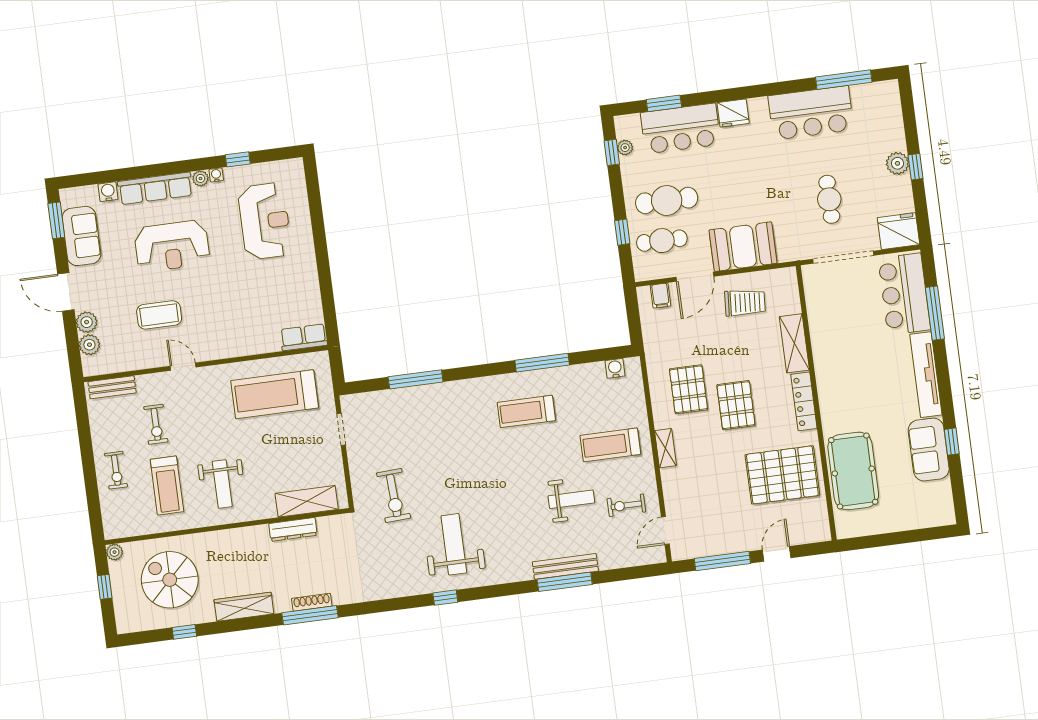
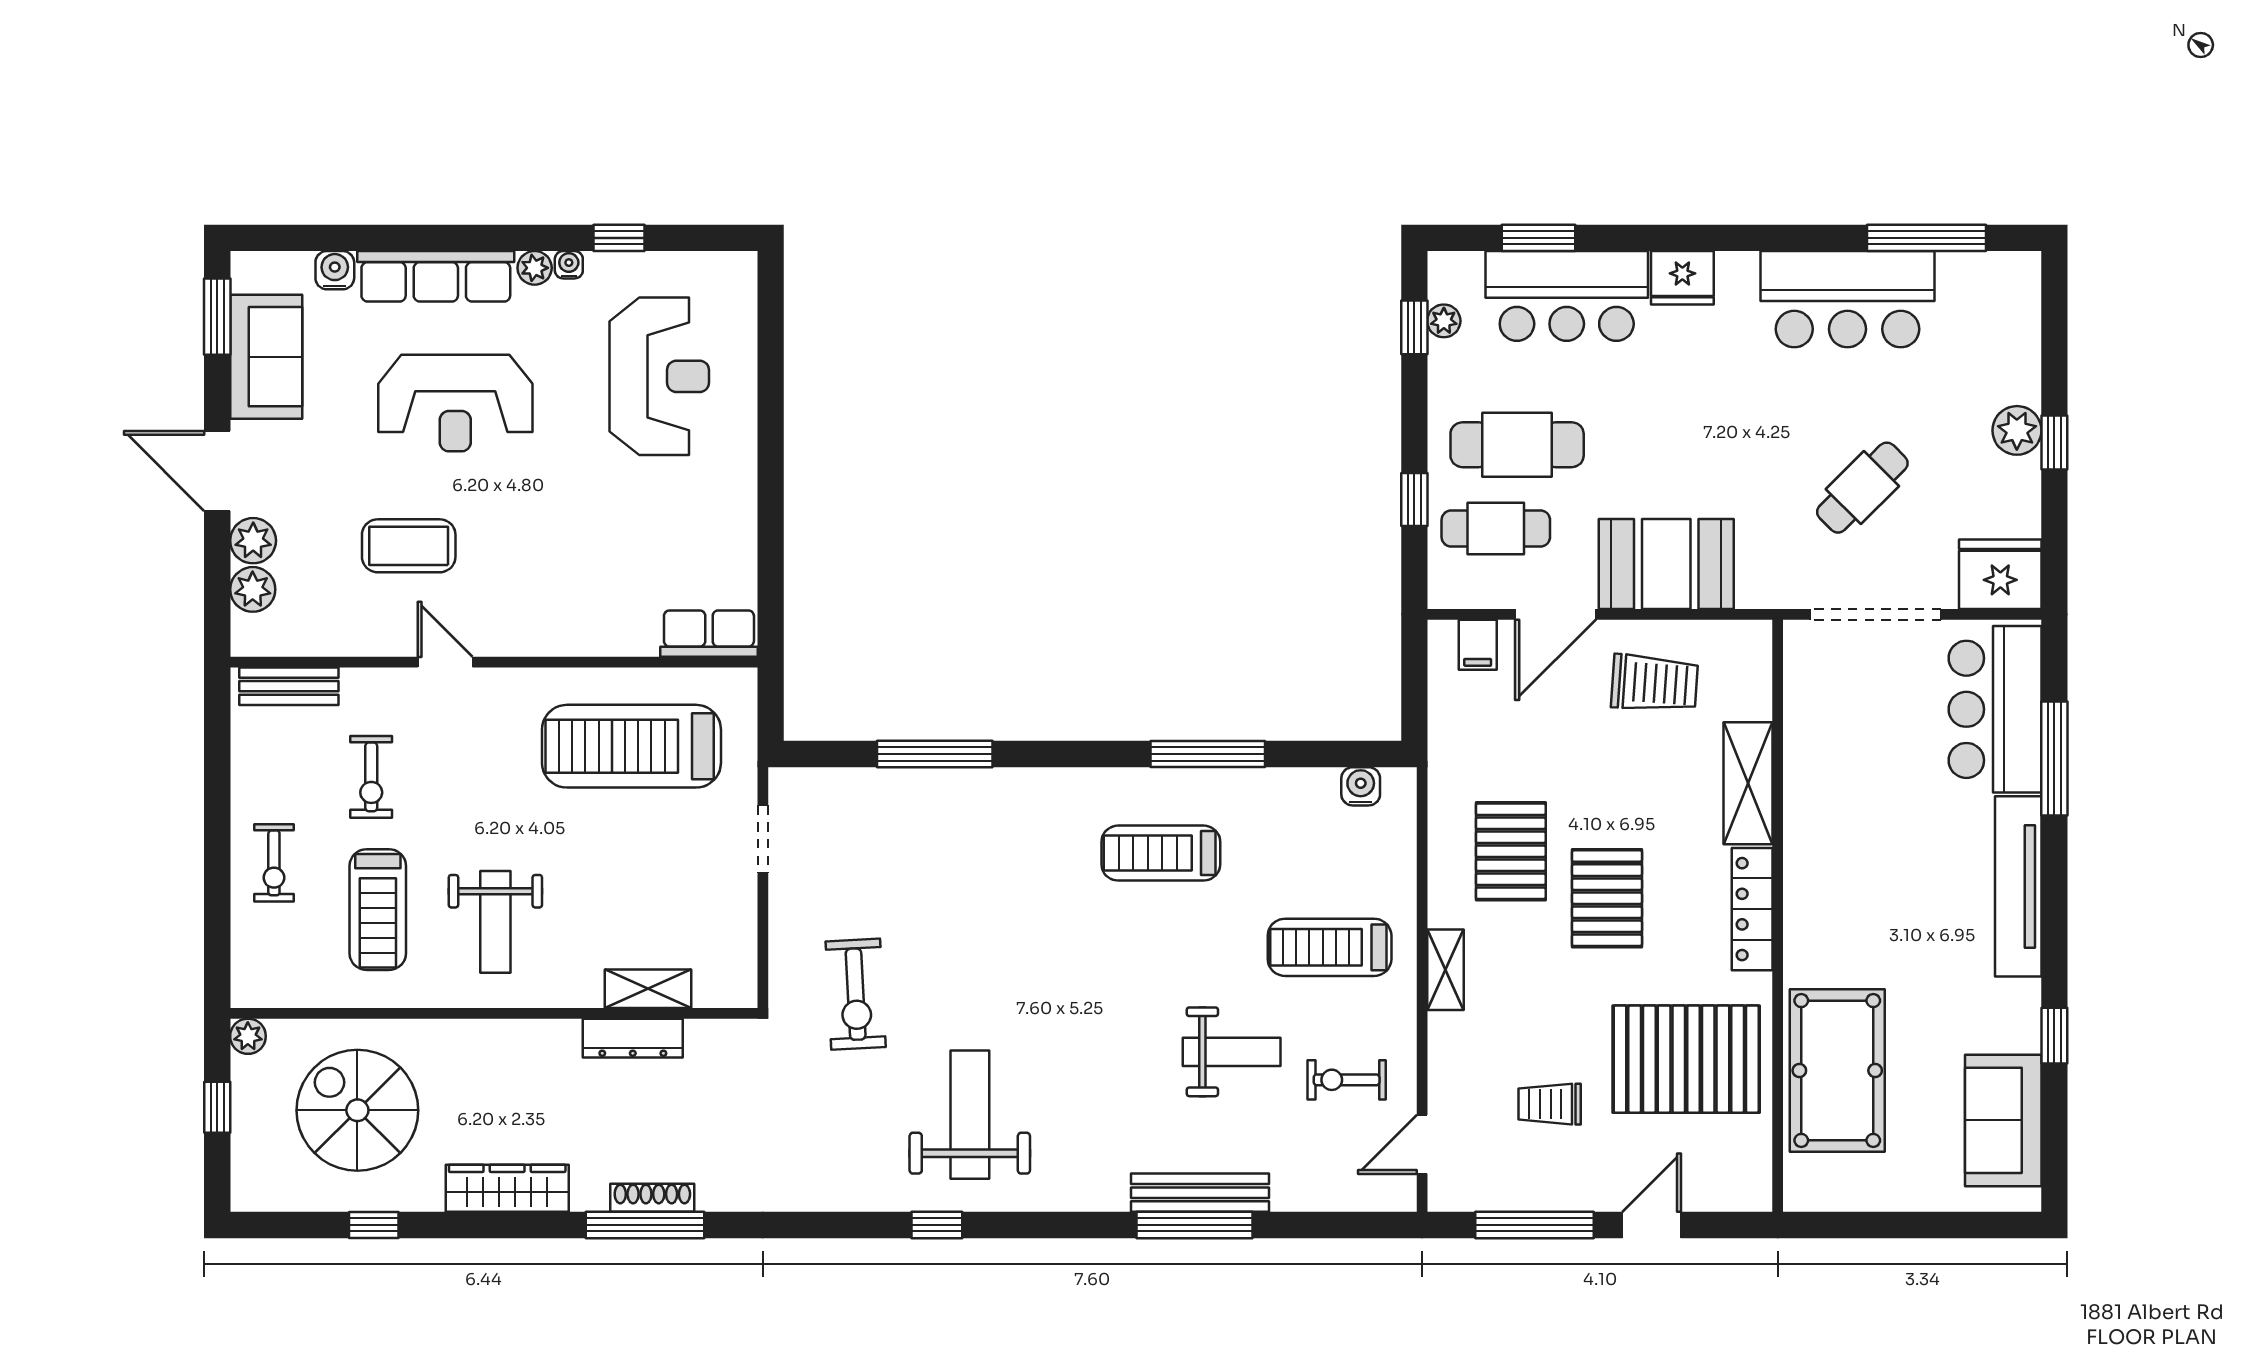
cafe table: (829, 199) -> (1862, 488), turned 45
sofa: (929, 449) -> (2003, 1120), moved
shelving: (307, 501) -> (648, 989), width x0.67, depth x0.75
trolley: (722, 504) -> (1550, 1104), added

